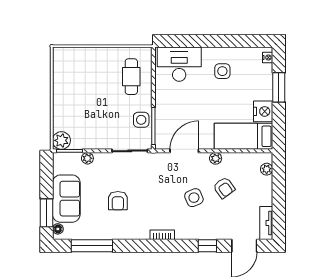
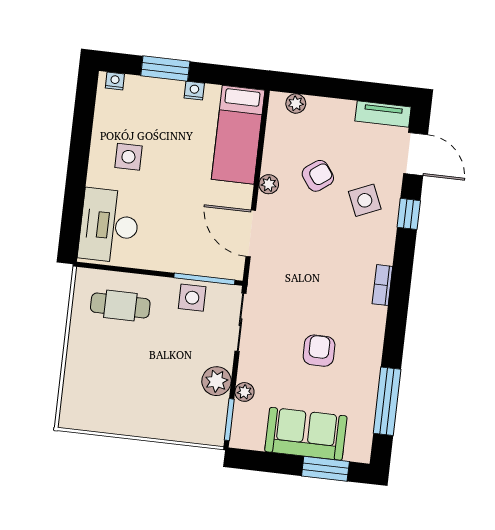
nightstand: (263, 111) -> (194, 91), width x0.53, depth x0.56
plant: (61, 140) -> (216, 381), moved
side table: (194, 198) -> (365, 200), moved
armchair: (118, 201) -> (319, 351), turned -90
floor lamp: (58, 229) -> (354, 453), removed

